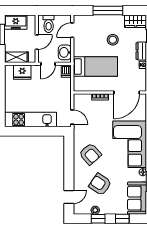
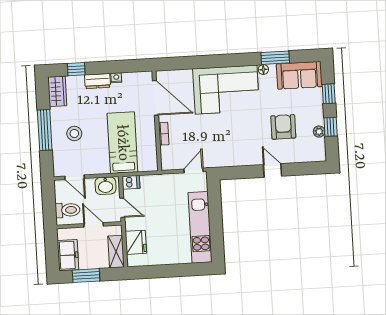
stool: (113, 40) -> (74, 133), moved
armchair: (90, 154) -> (243, 143), removed
armchair: (100, 184) -> (283, 127), turned 146
door: (69, 197) -> (272, 170), moved

